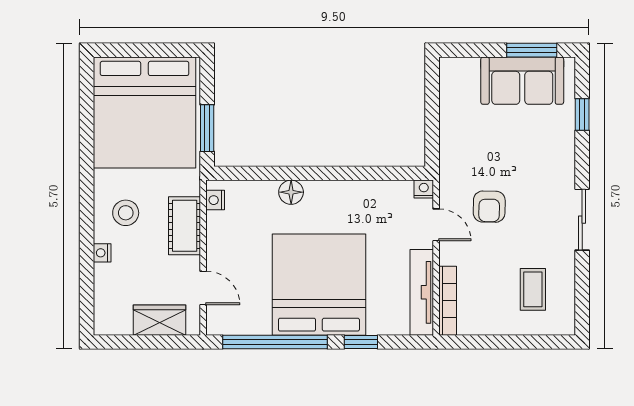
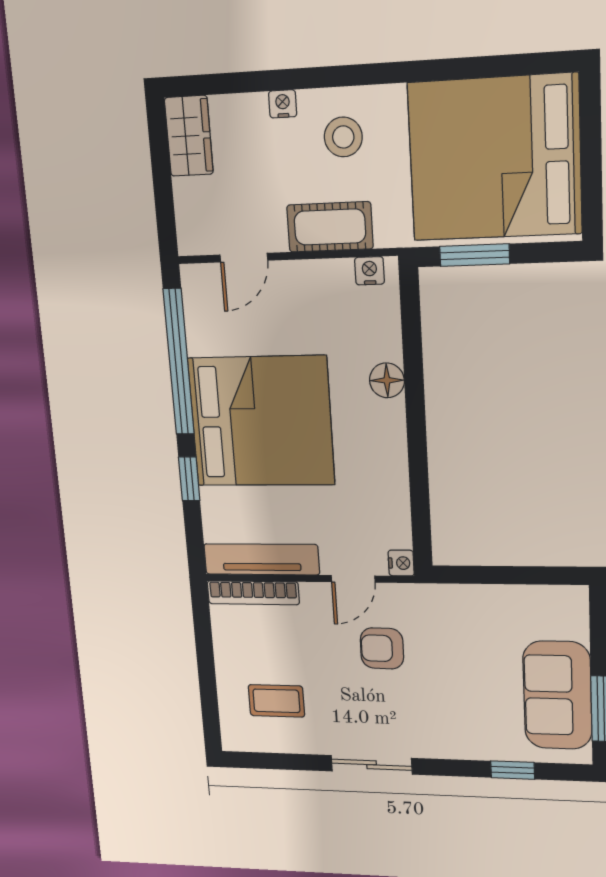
wardrobe: (159, 320) -> (189, 136), moved

